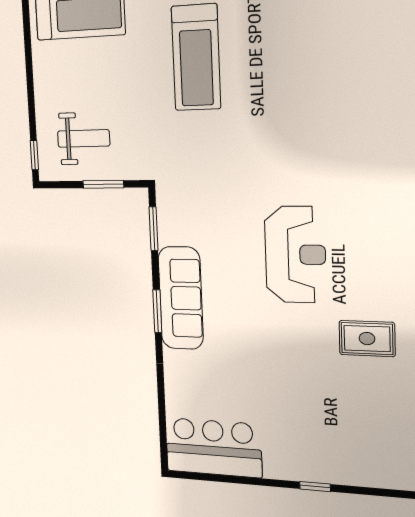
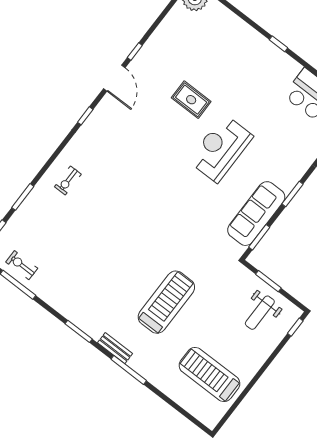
weight bench: (84, 138) -> (260, 313), turned -90
reception desk: (295, 255) -> (221, 148), moved
sofa: (181, 298) -> (256, 214), moved

